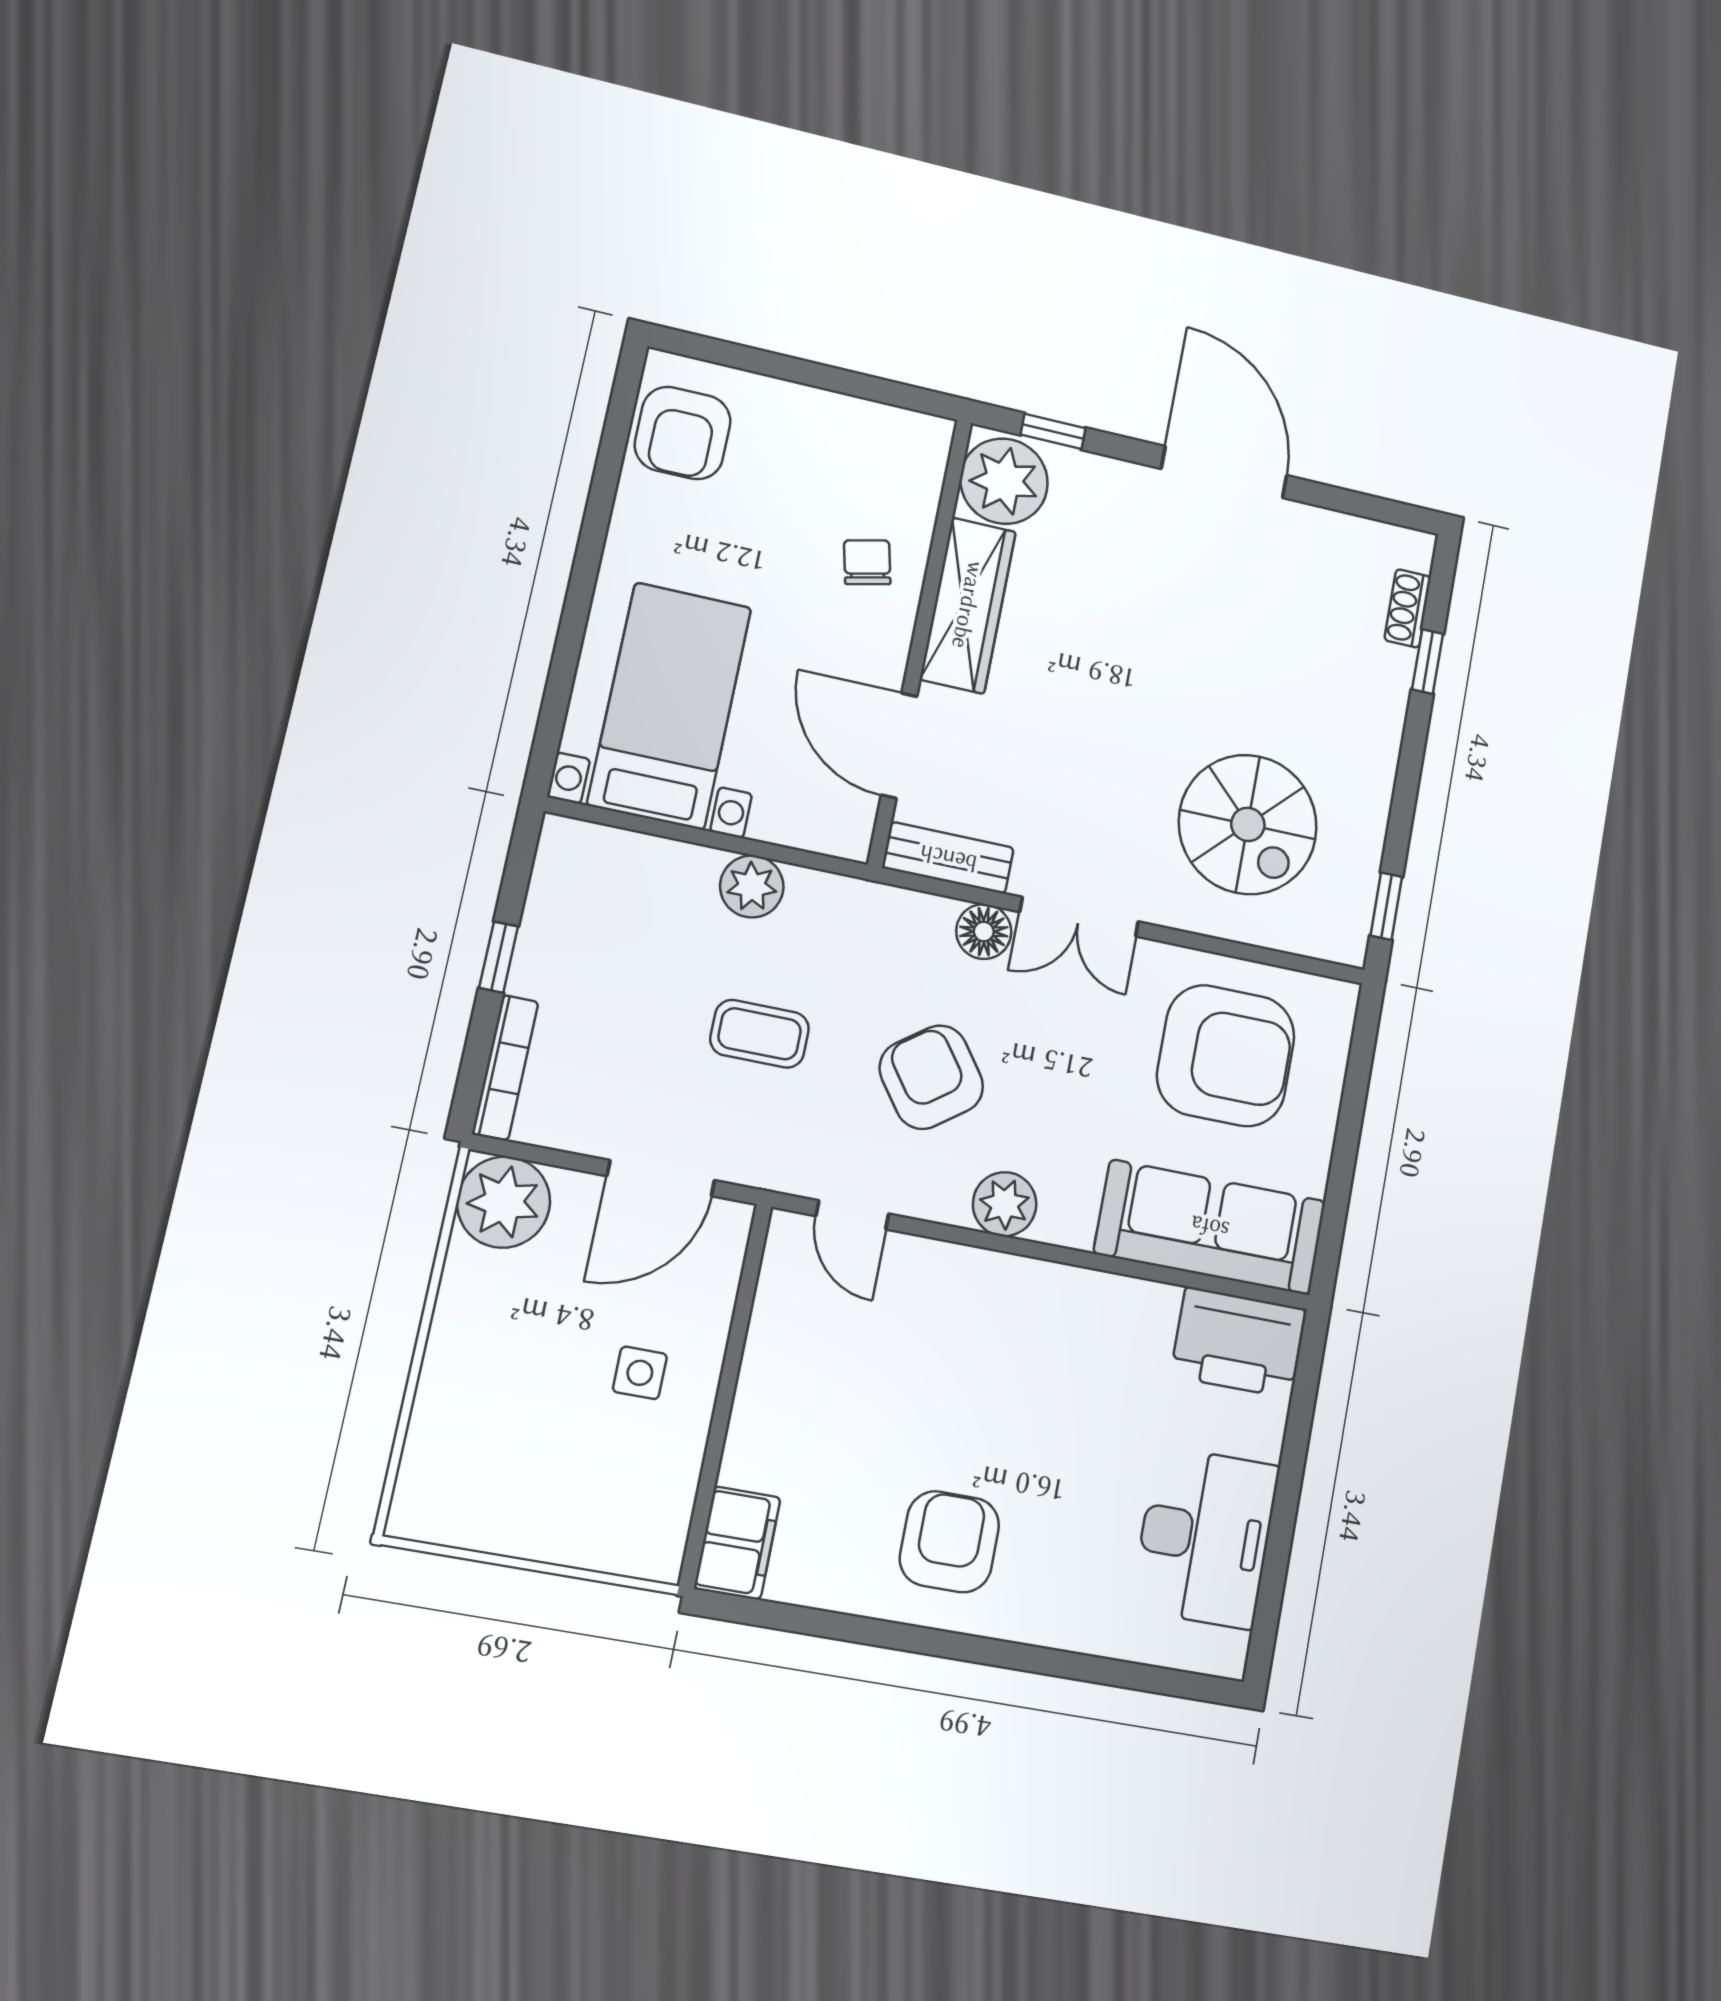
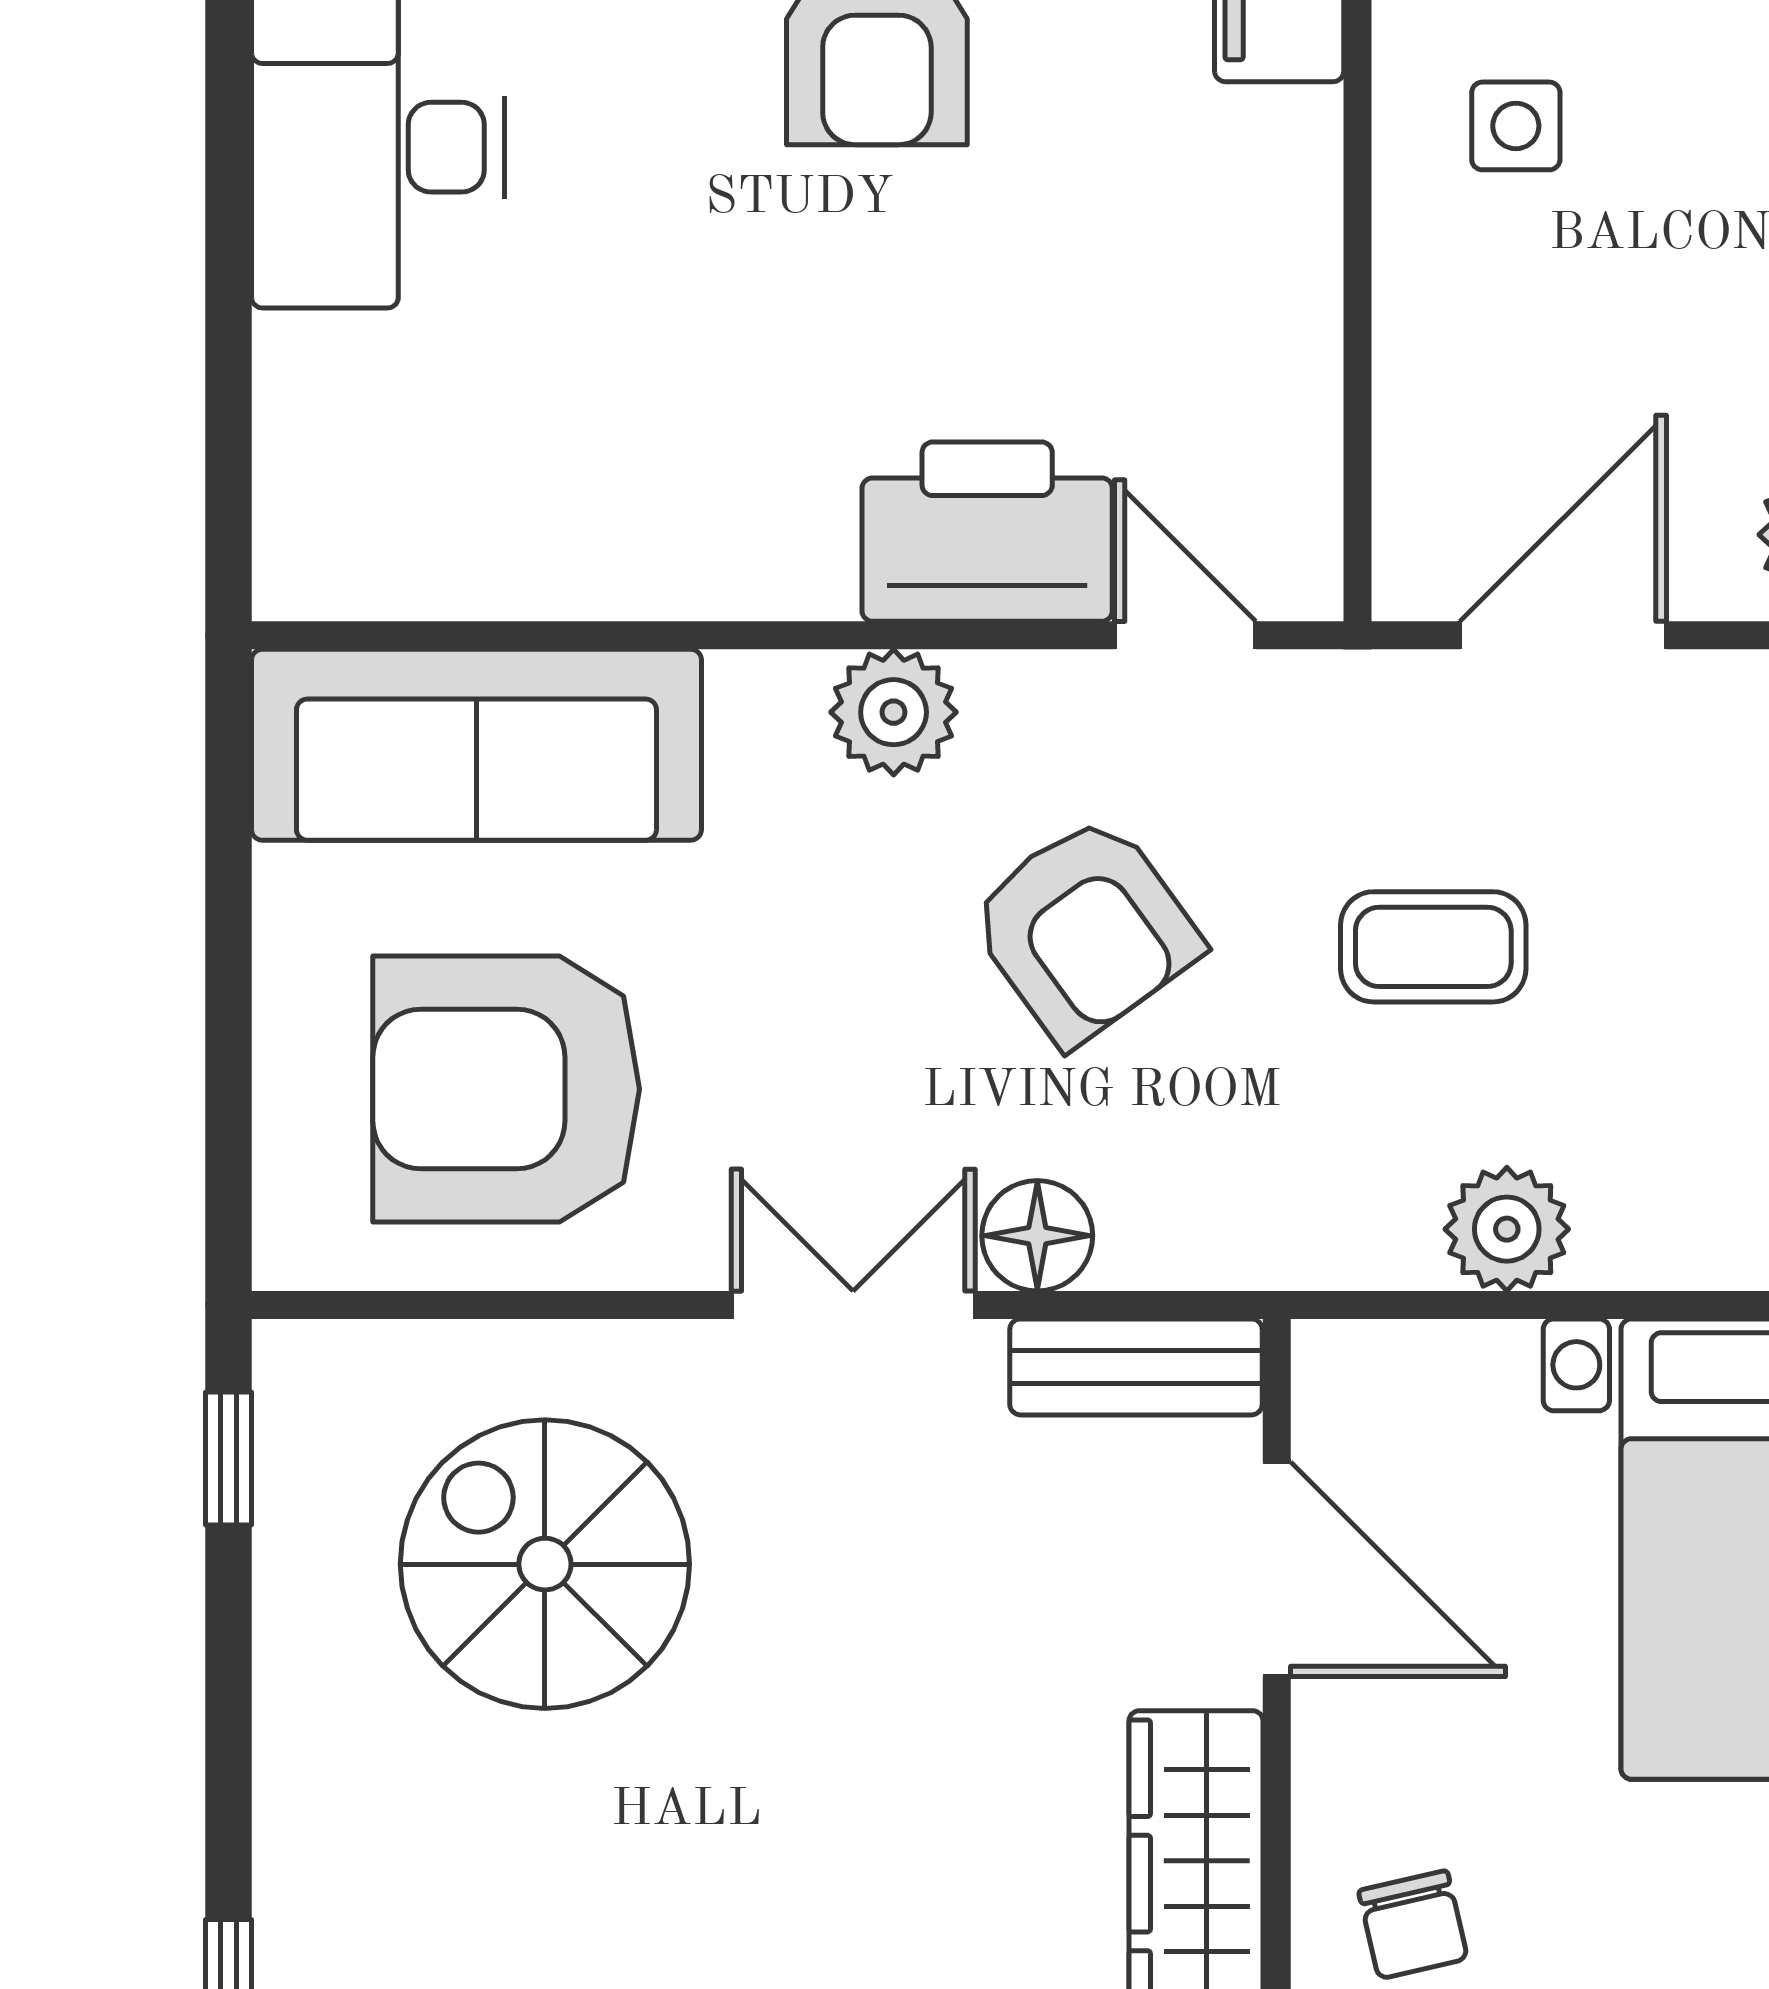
printer: (1238, 1342) -> (987, 532), moved
side table: (640, 1373) -> (1516, 126), moved

